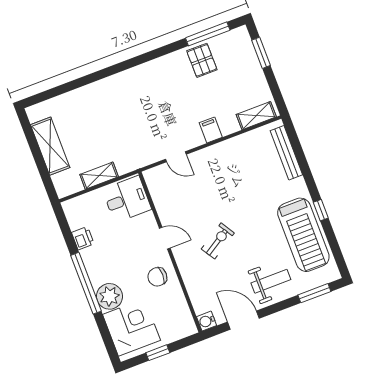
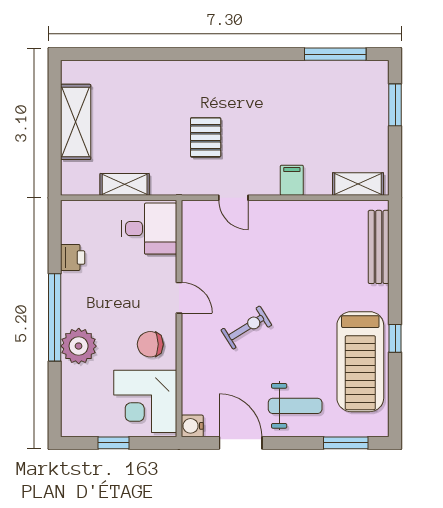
pallet: (202, 60) -> (206, 137), moved
corner desk: (132, 327) -> (145, 401), moved, turned 180

